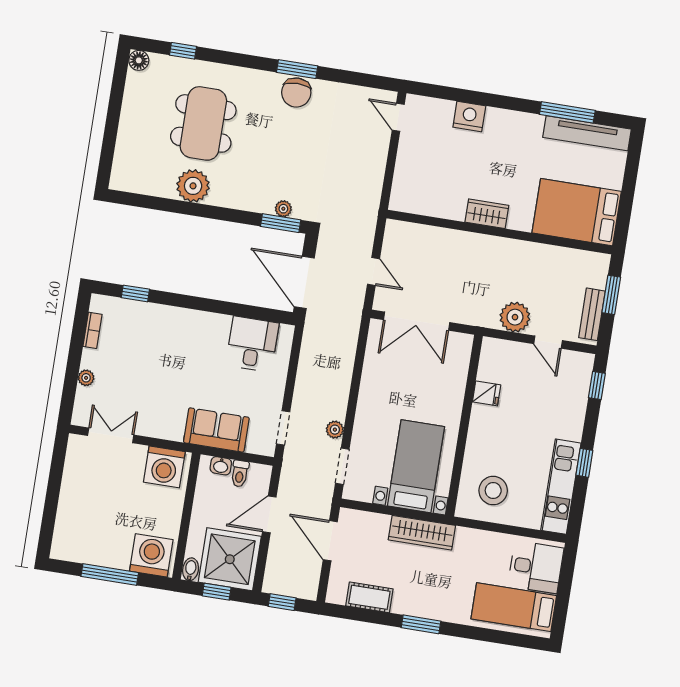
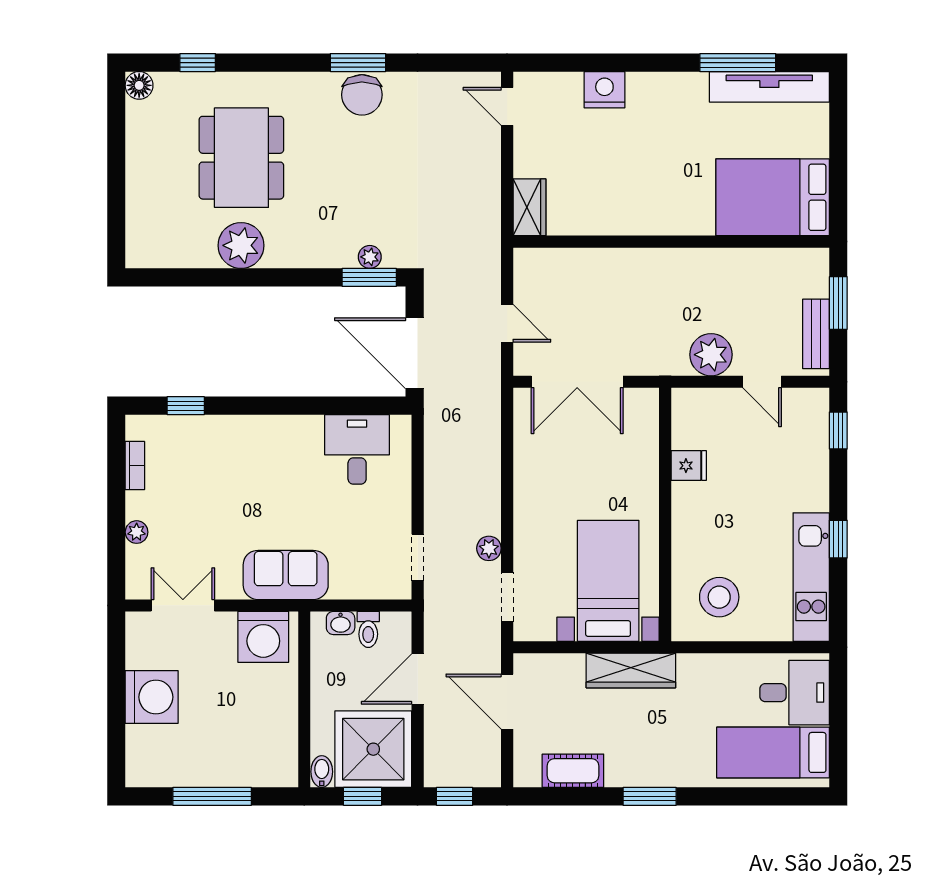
wardrobe: (487, 214) -> (529, 207), moved, turned 90
sofa: (216, 430) -> (286, 575), moved
washing machine: (151, 555) -> (152, 697), moved, turned 90

